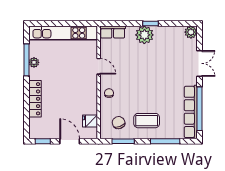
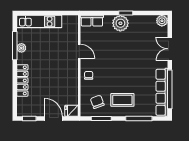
kitchen unit: (63, 33) -> (39, 21), width x0.73
double door: (199, 63) -> (170, 49), swing flipped
fridge: (90, 121) -> (72, 111), moved

